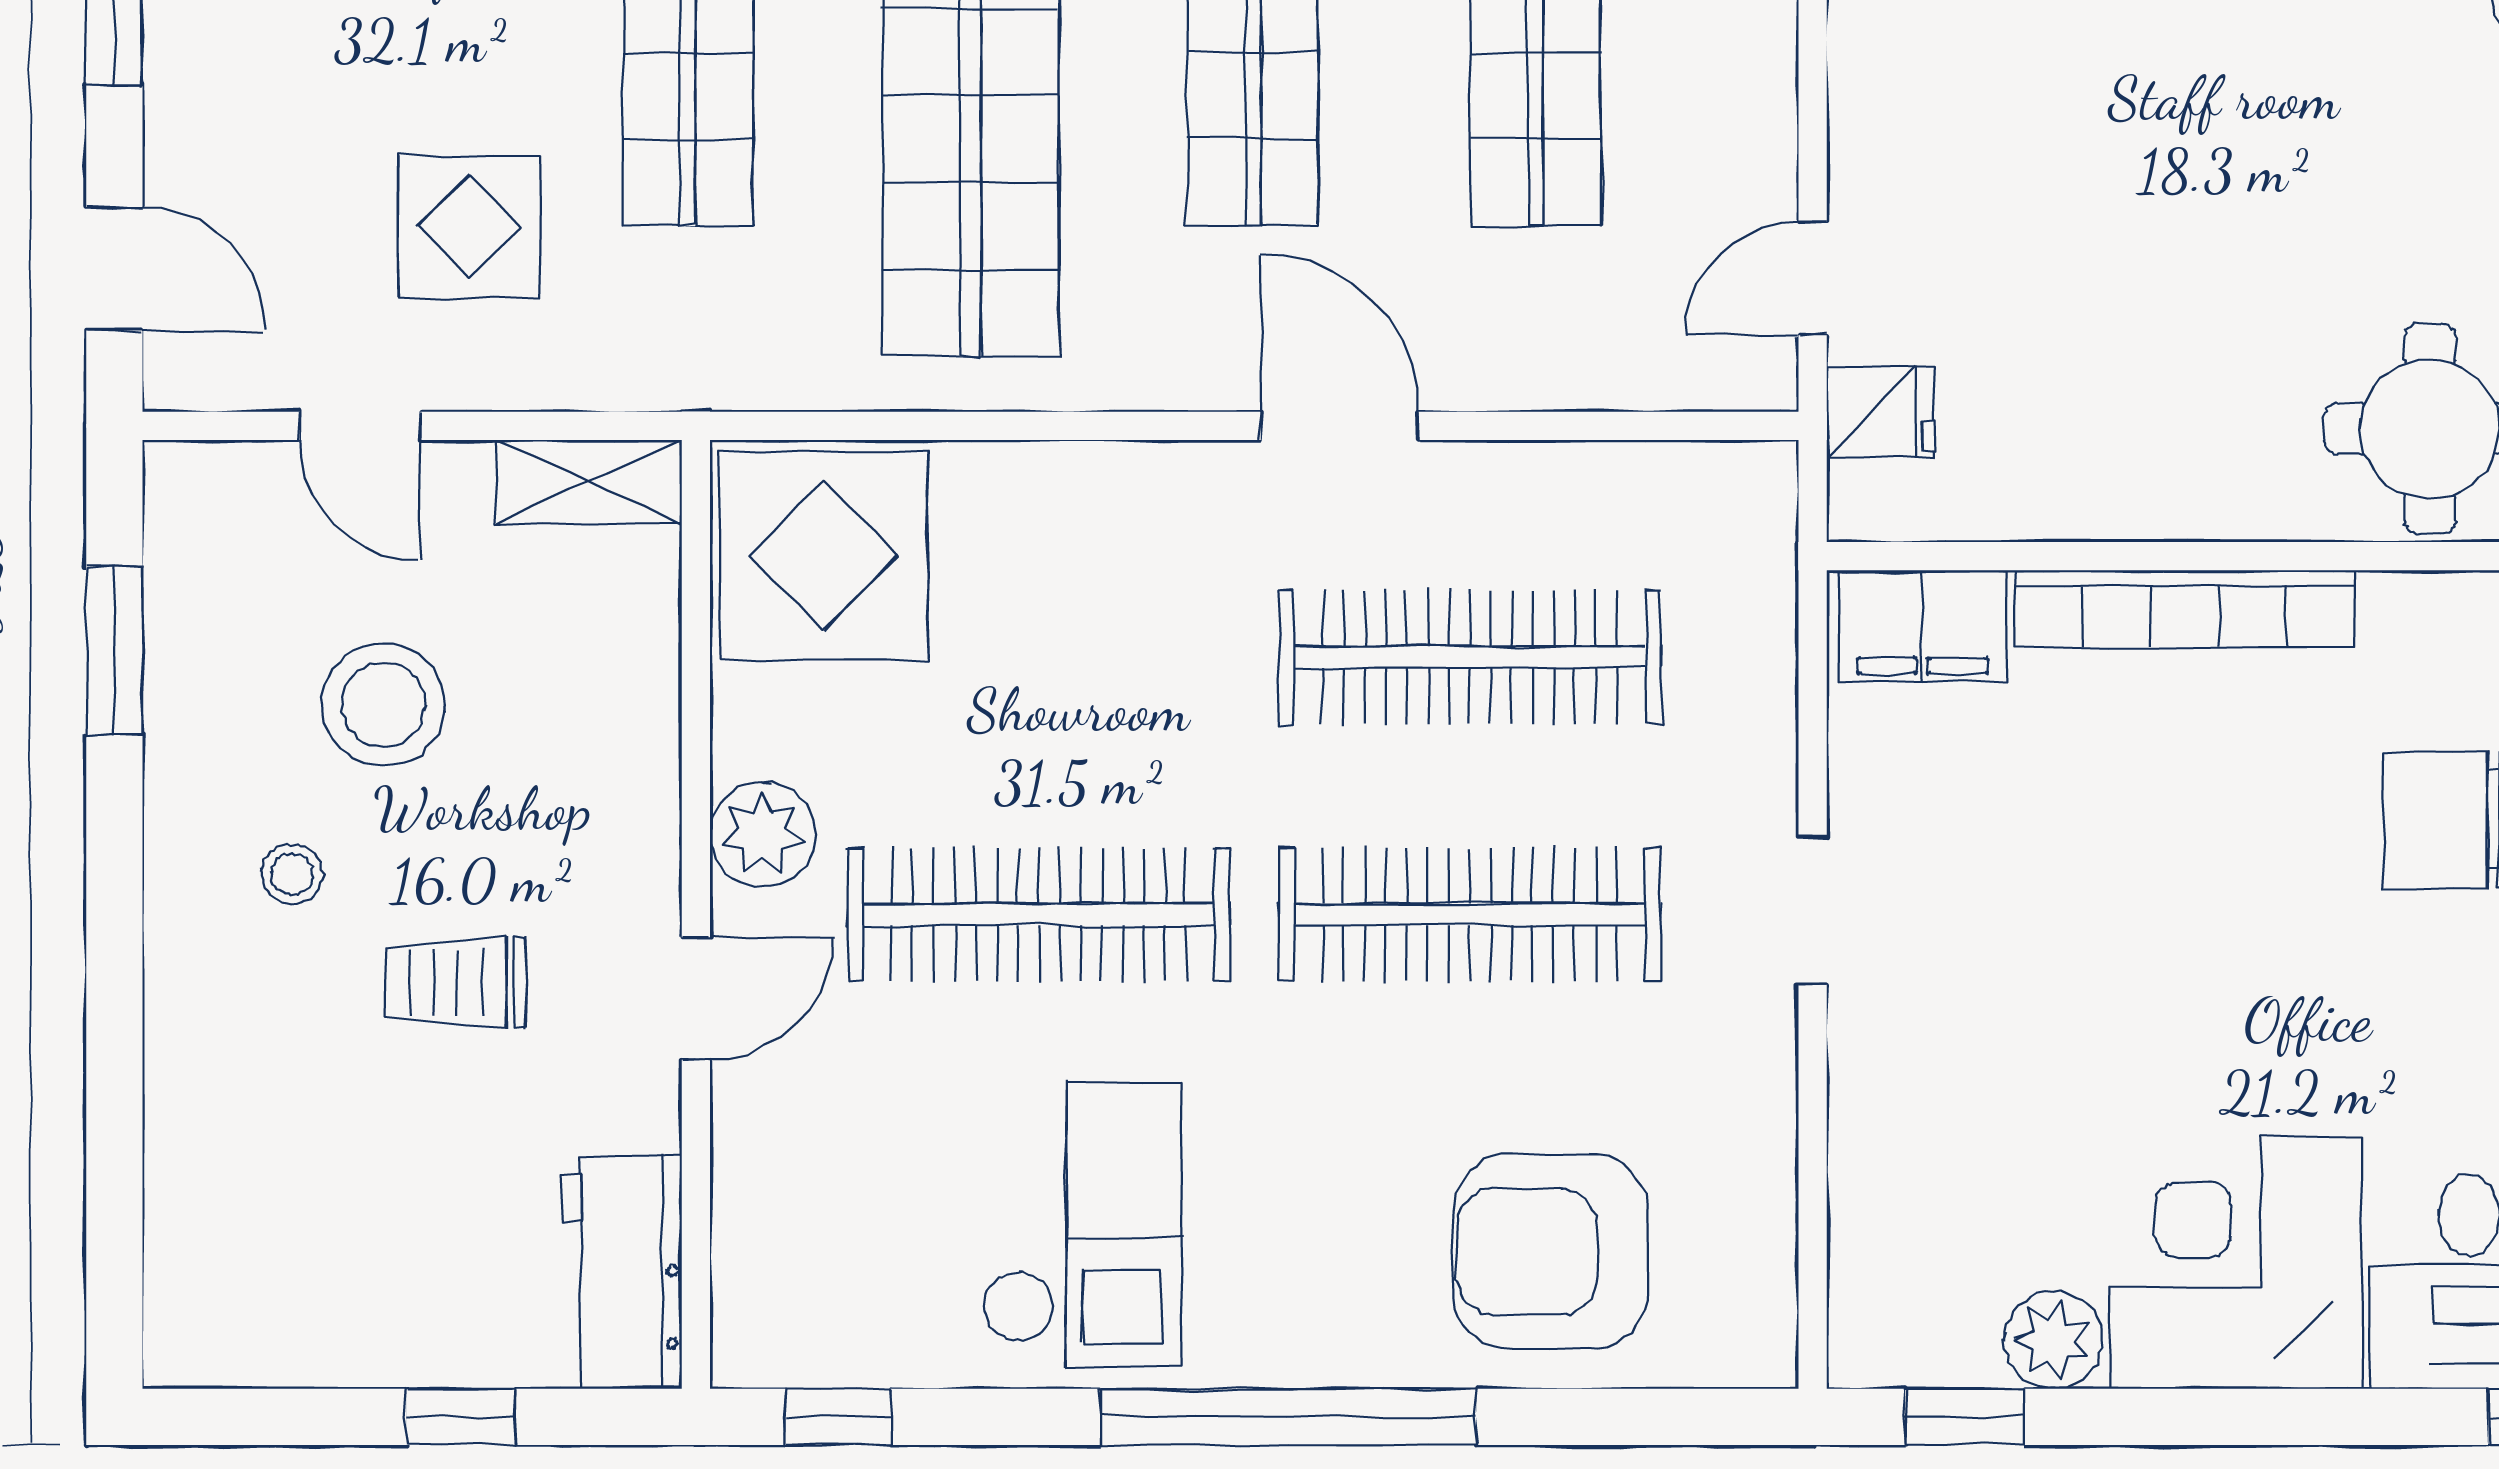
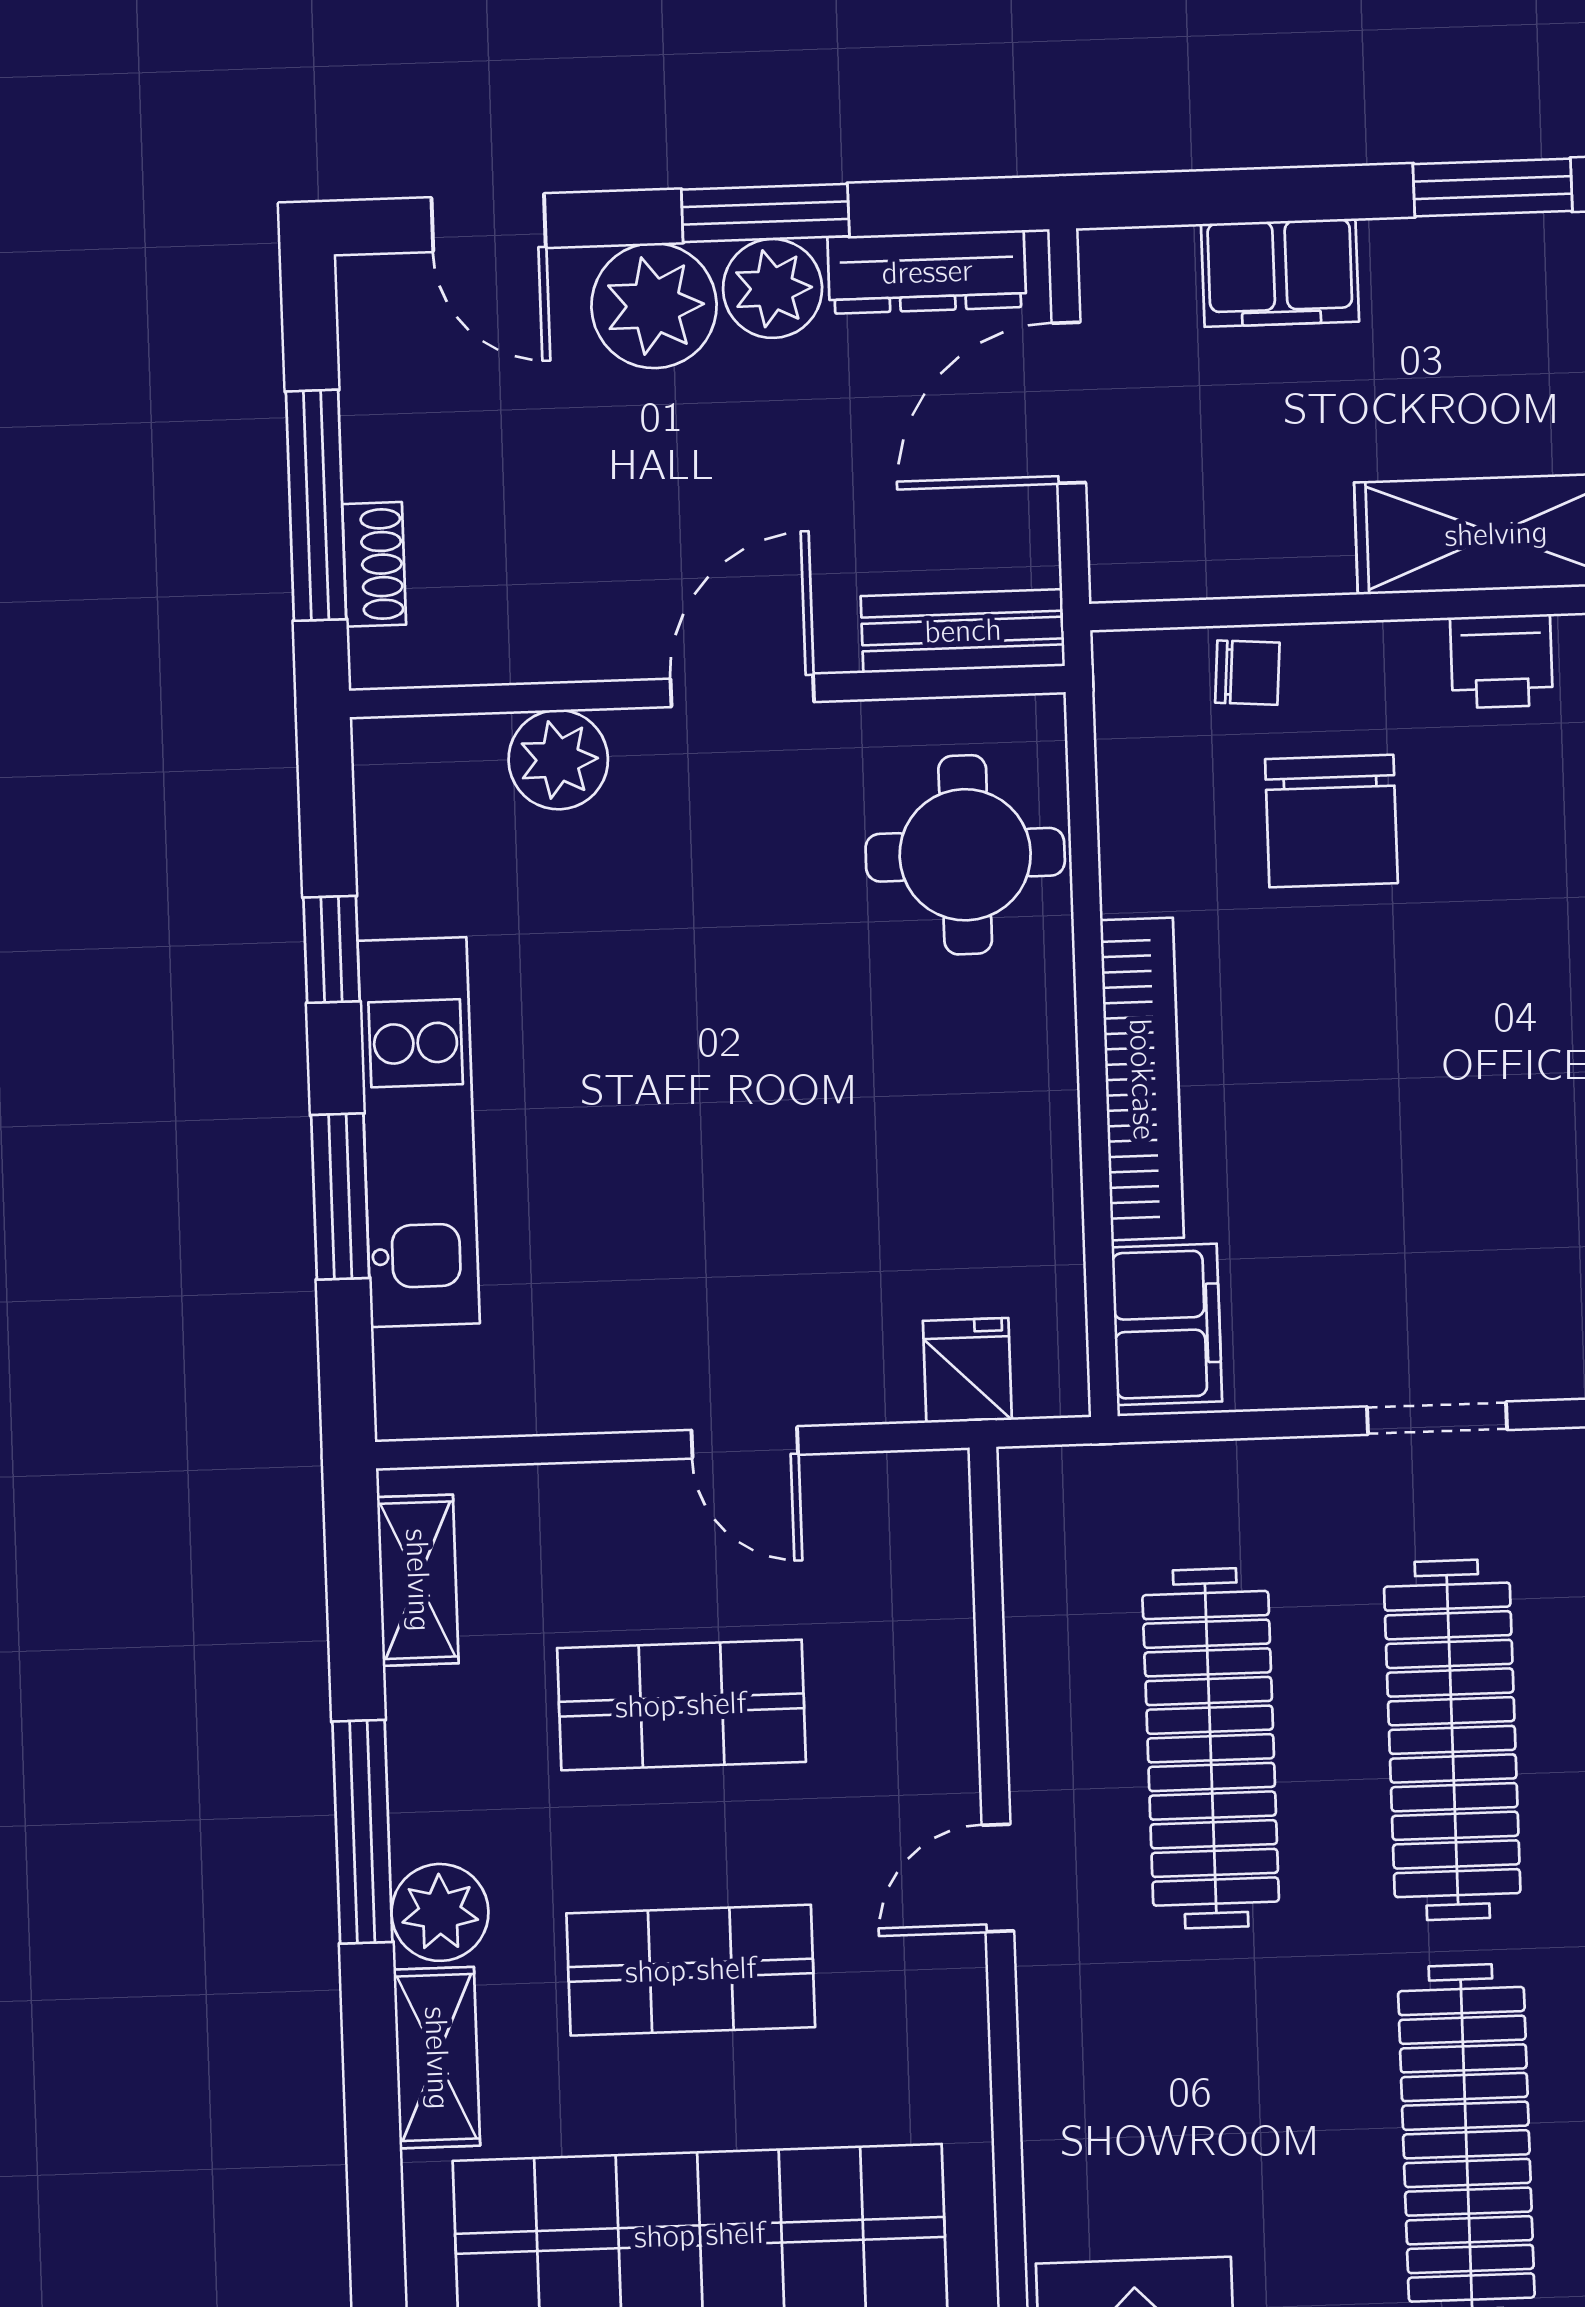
door: (1813, 278) -> (745, 1442), moved
door: (1340, 426) -> (998, 1878), width x0.73

